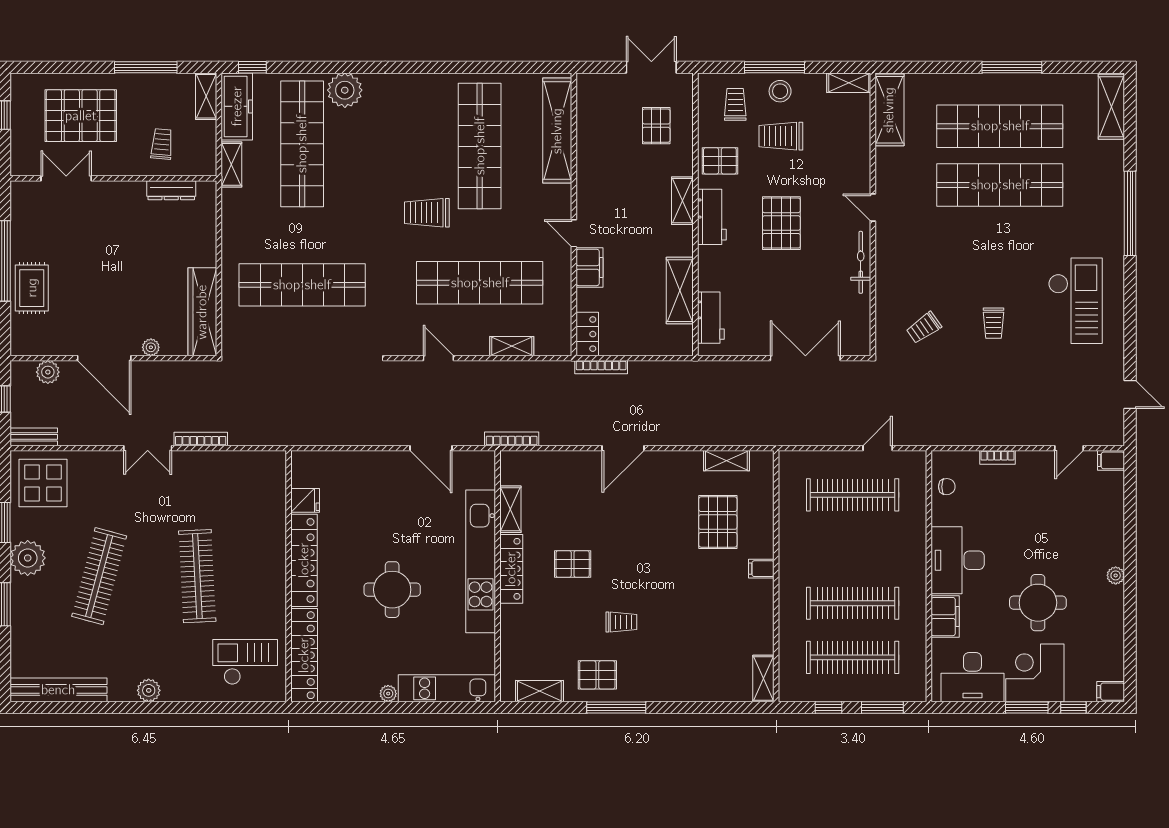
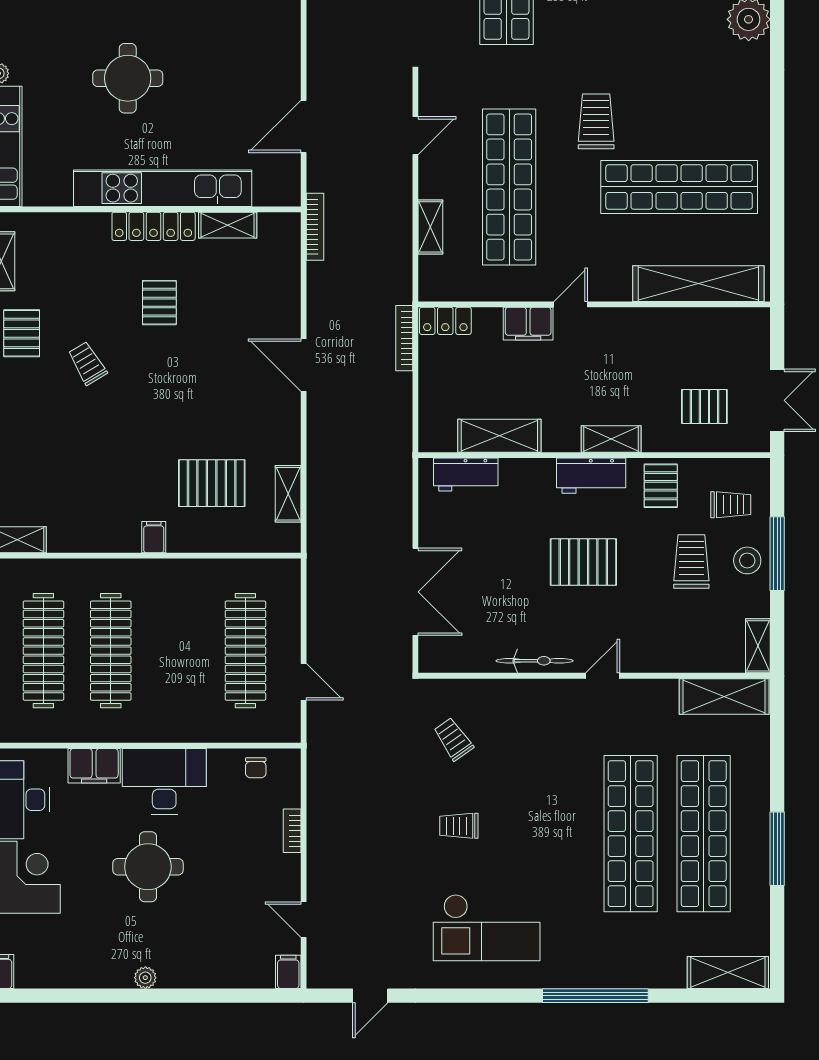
round table: (1038, 603) -> (148, 867), moved
trolley: (621, 622) -> (87, 363), turned 149

